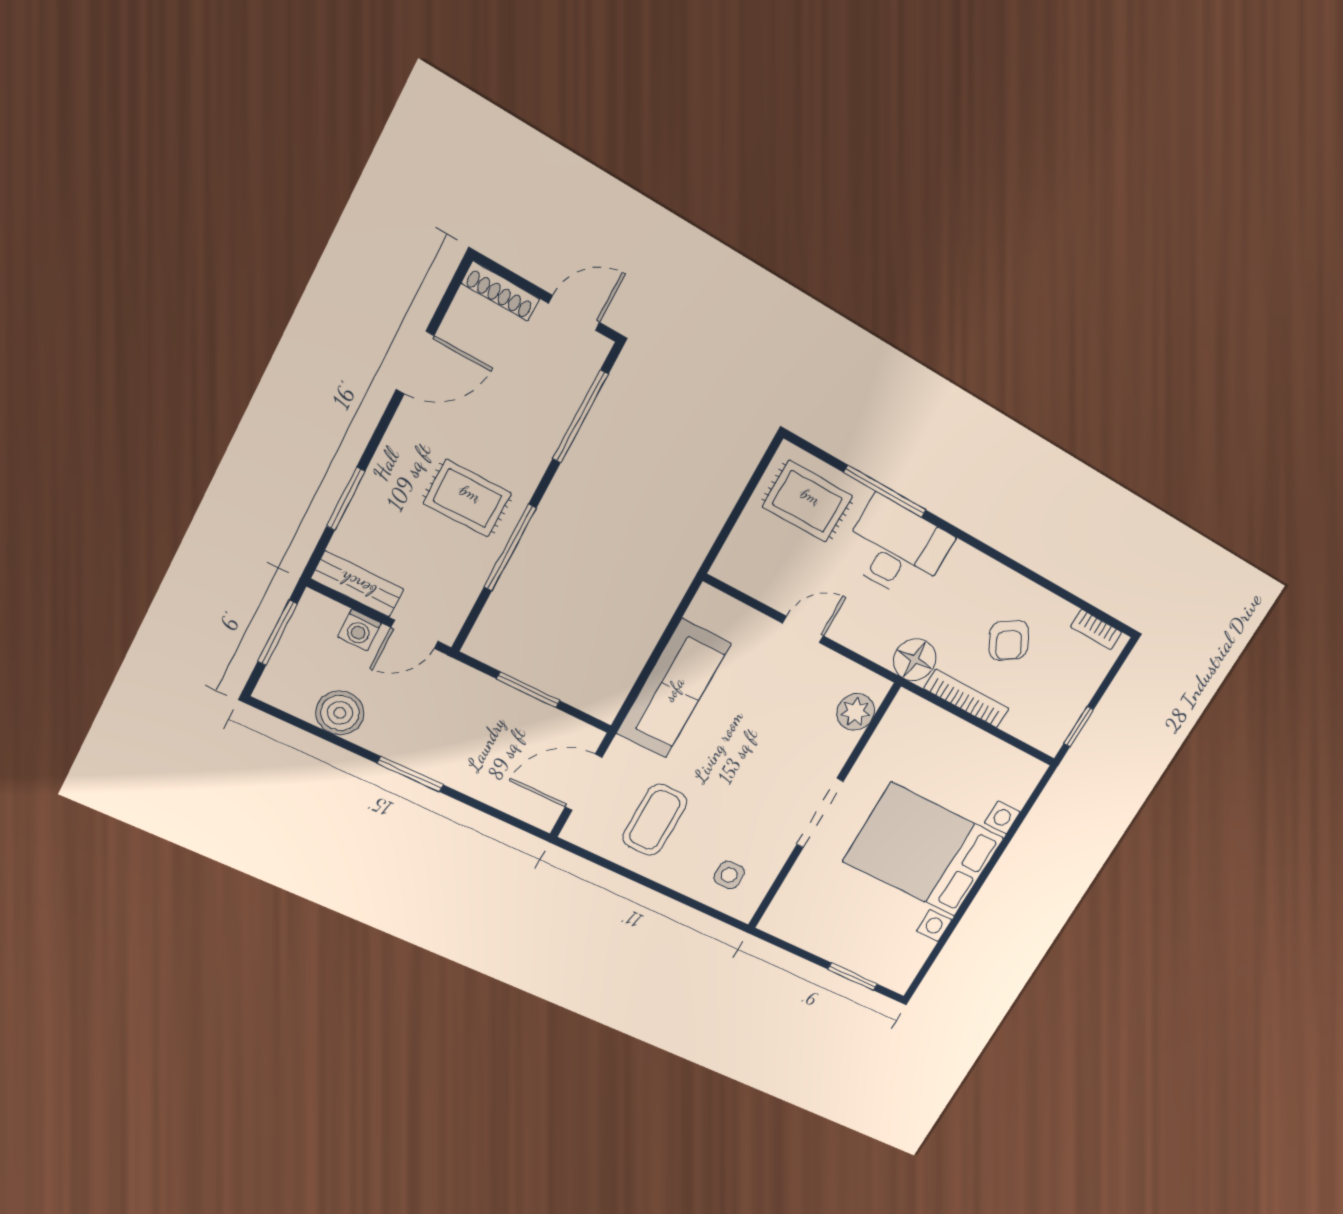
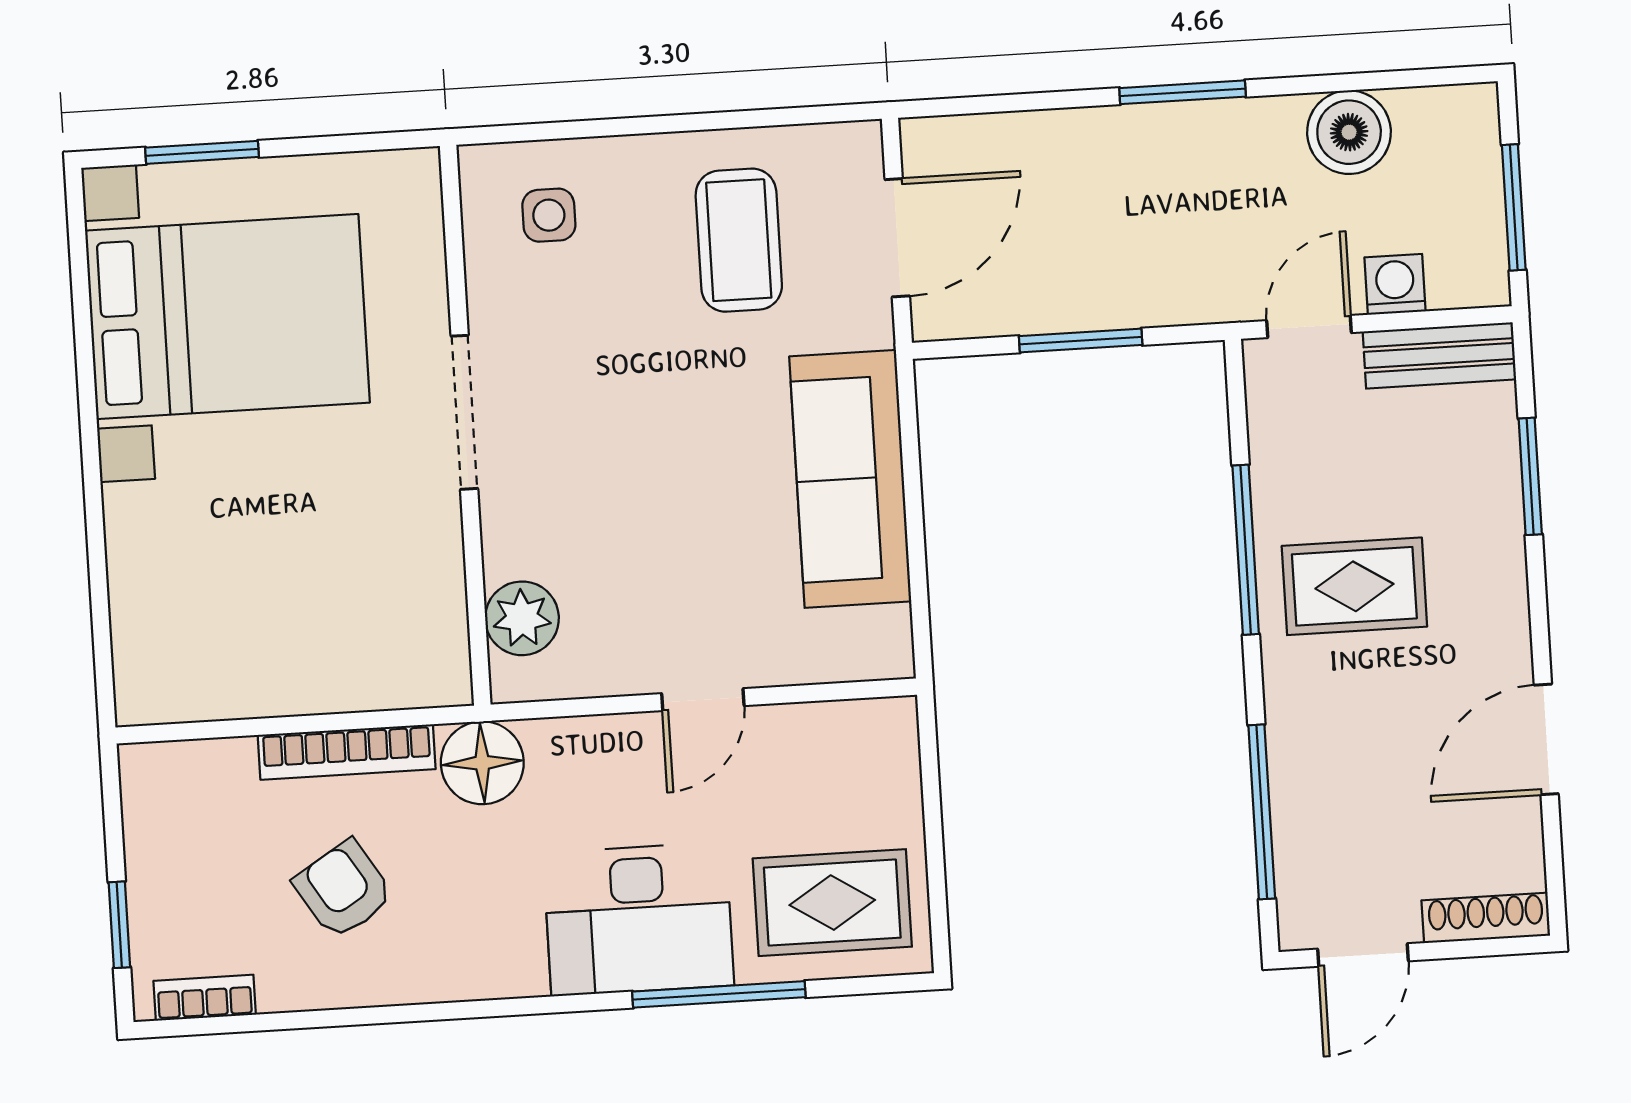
window: (1079, 727) -> (119, 925), moved
bed with nightstands: (923, 850) -> (227, 317), moved

